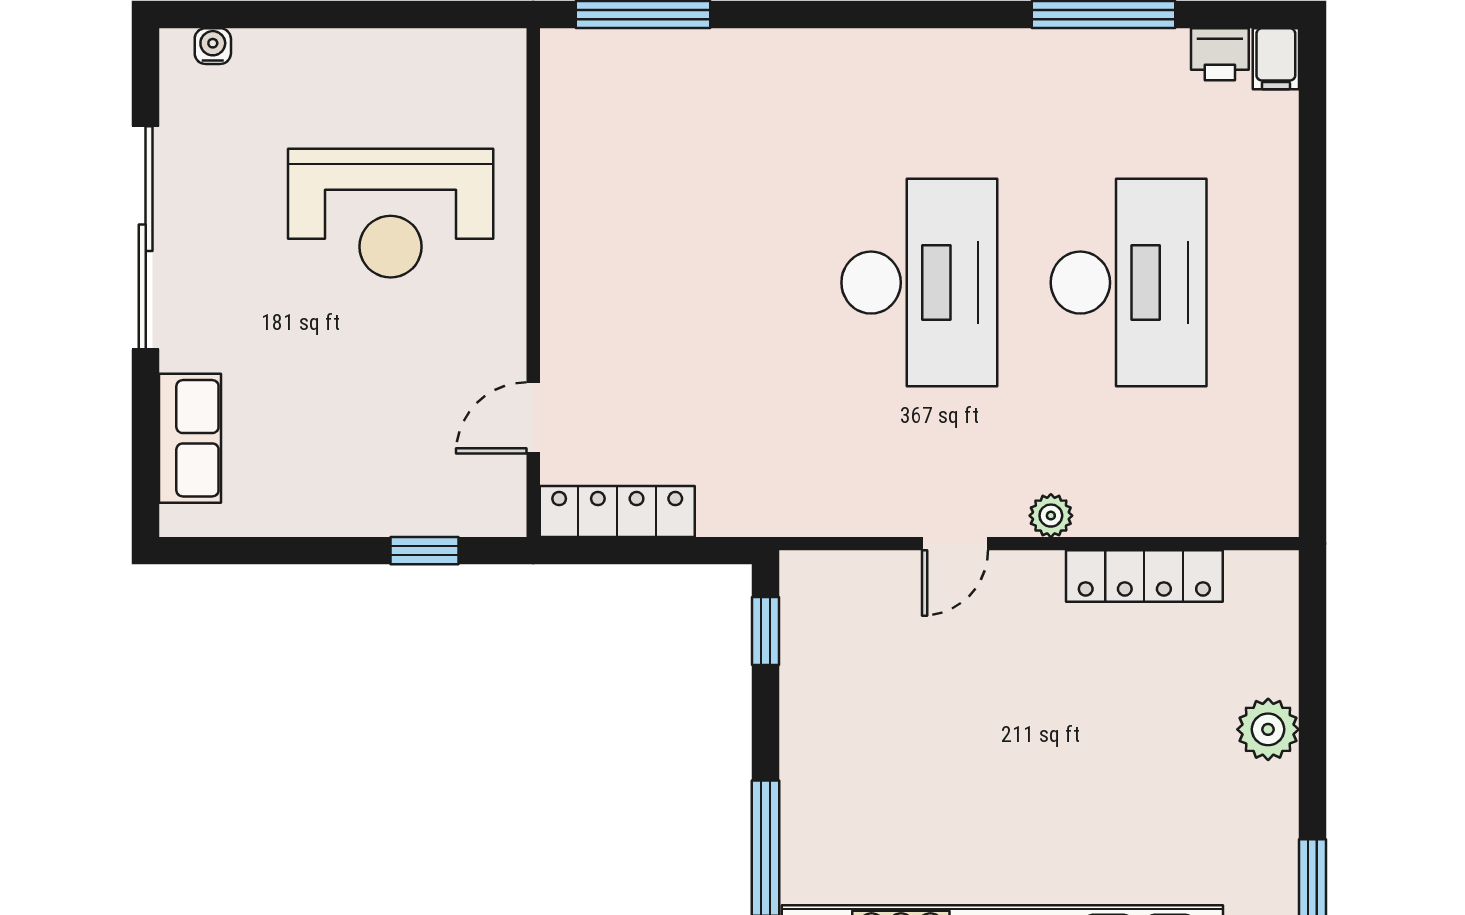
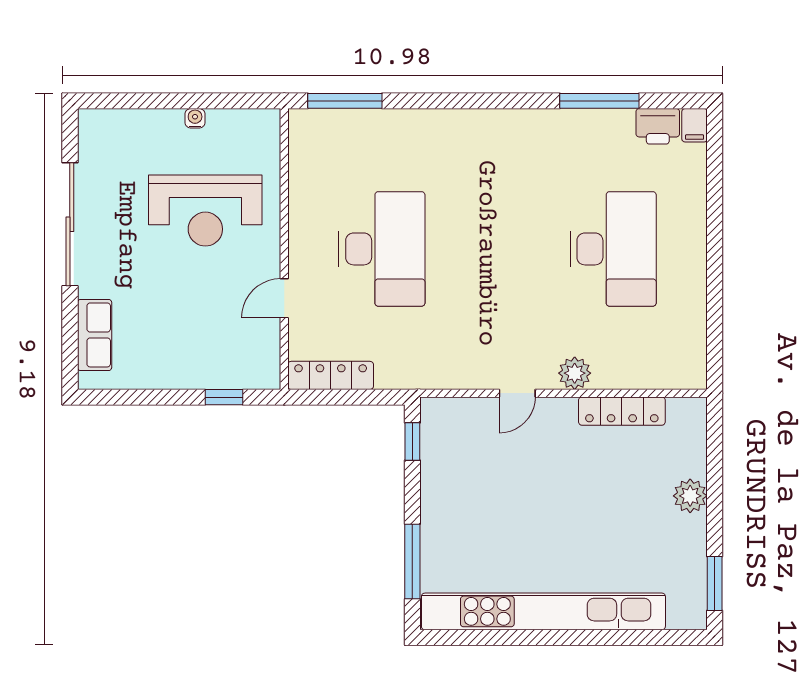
water cooler: (213, 46) -> (195, 118), moved
printer: (1220, 54) -> (658, 126), width x1.36, depth x1.24
desk: (919, 283) -> (382, 249), moved
door: (533, 418) -> (284, 298), moved
plant: (1051, 516) -> (575, 373), width x1.38, depth x1.38

